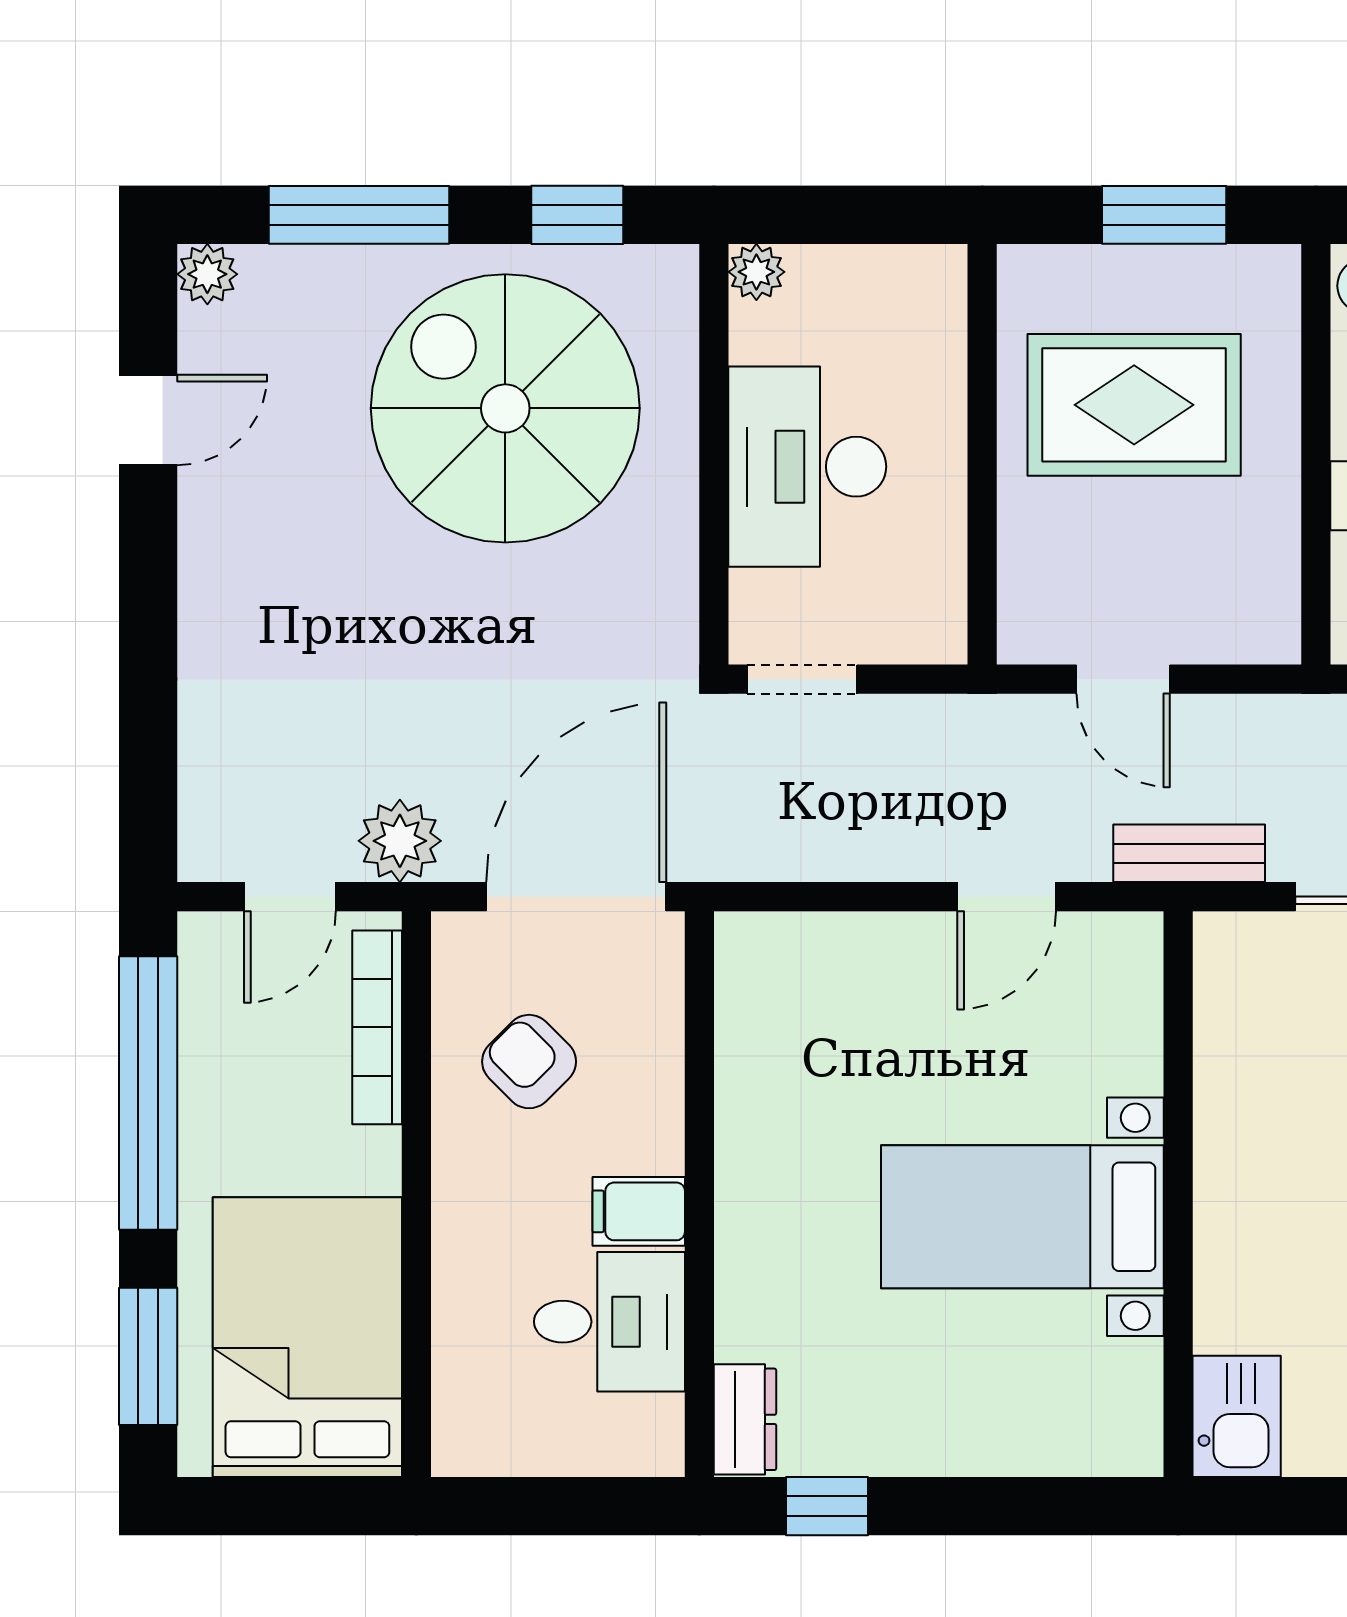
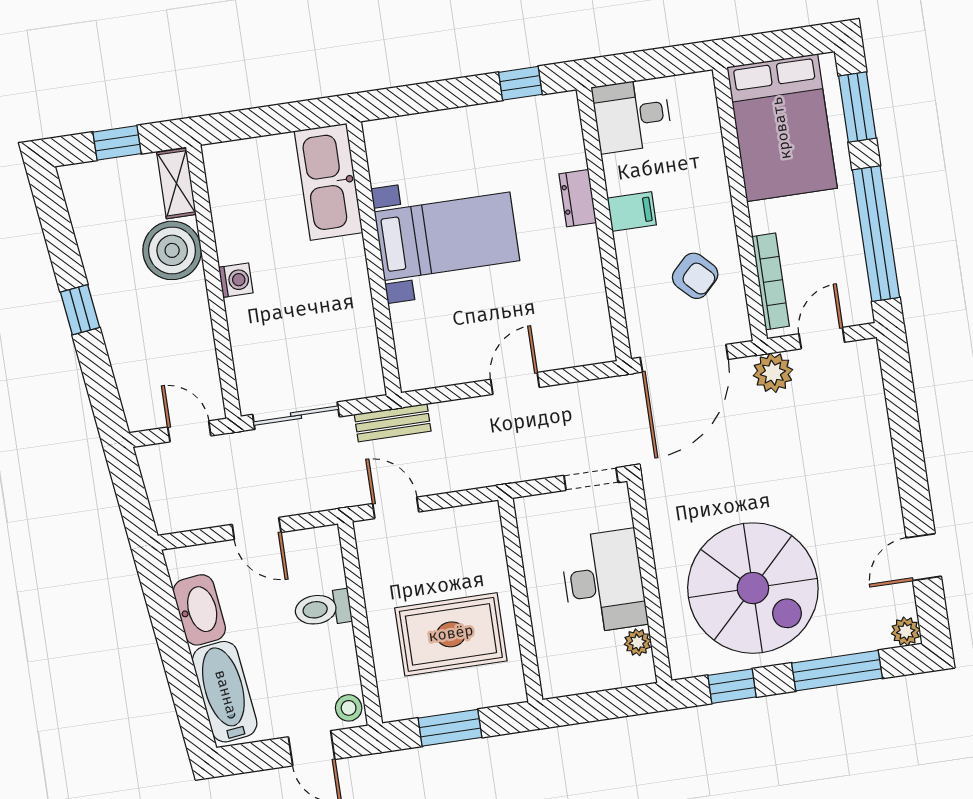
plant: (756, 272) -> (638, 642), moved
door: (1123, 679) -> (396, 508), moved
door: (1007, 897) -> (515, 383), moved
desk: (609, 1322) -> (632, 115), moved
kitchen sink: (1237, 1416) -> (329, 182), width x1.88, depth x1.24
dresser: (745, 1419) -> (578, 198), moved

